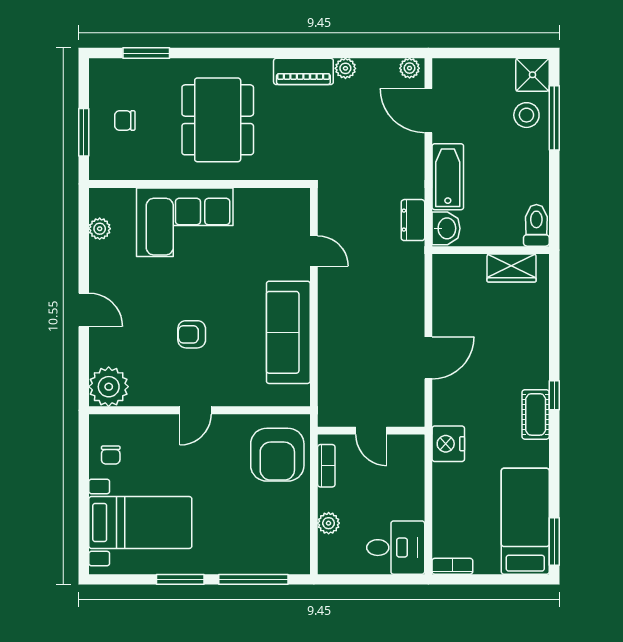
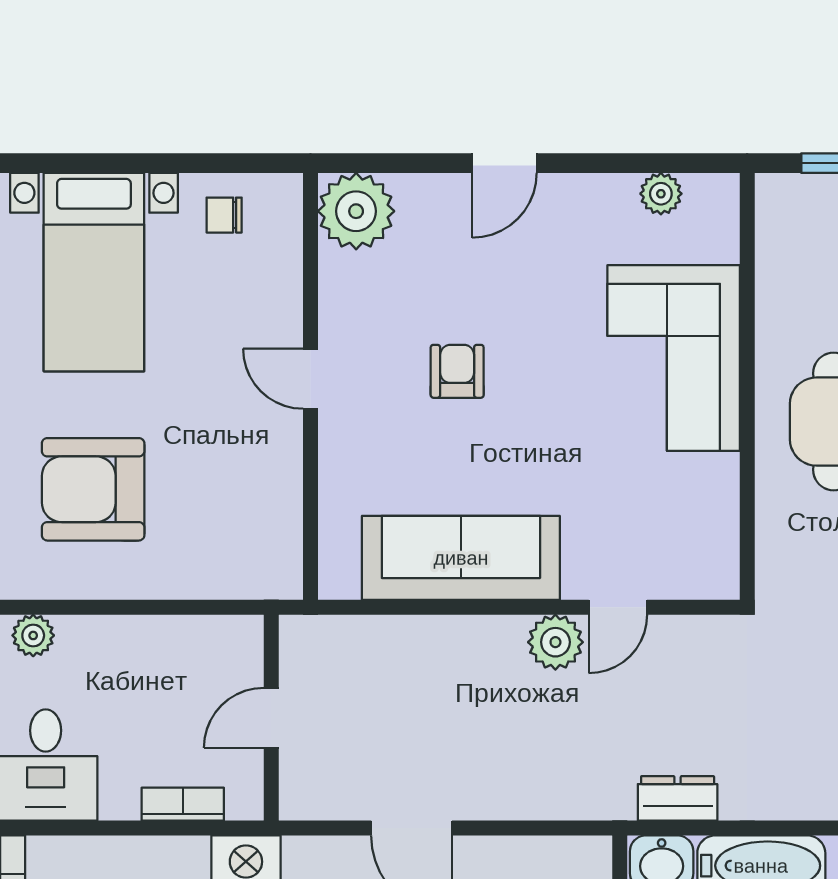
plant: (332, 283) -> (555, 642), added
armchair: (277, 455) -> (93, 489), moved
bookcase: (326, 466) -> (183, 804), moved, turned 180
plant: (329, 523) -> (33, 635), moved

